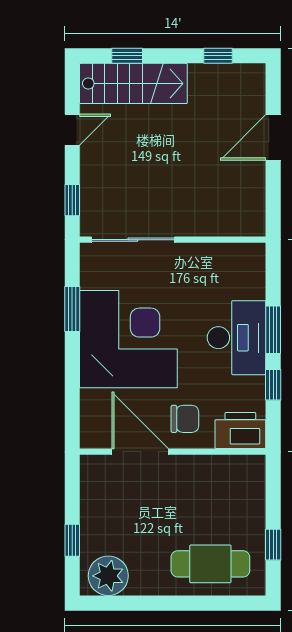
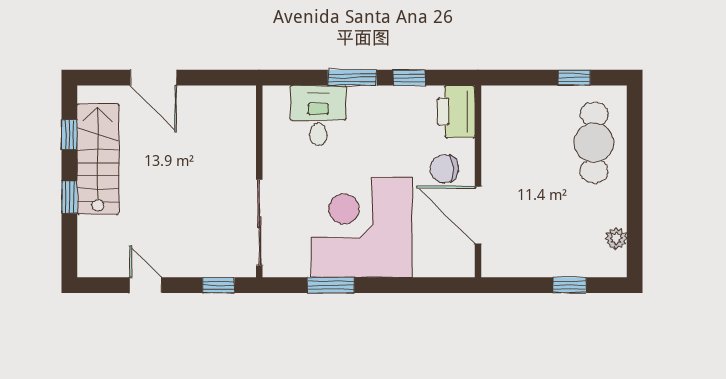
window: (127, 56) -> (69, 197), moved
stairs: (133, 83) -> (98, 159), moved
desk: (236, 338) -> (318, 116), moved, width x0.73
chair: (185, 419) -> (444, 169), turned -90
door: (140, 452) -> (478, 215), hinge flipped
plant: (108, 576) -> (616, 238), width x0.53, depth x0.53

